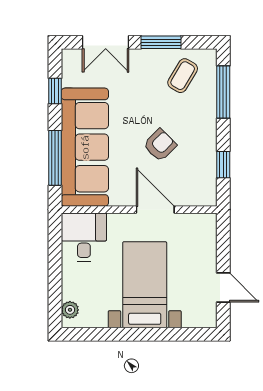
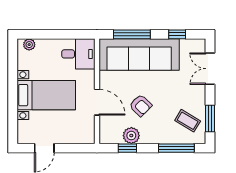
window: (161, 42) -> (210, 119), moved
plant: (204, 159) -> (131, 136), added
door: (155, 210) -> (97, 102), hinge flipped

